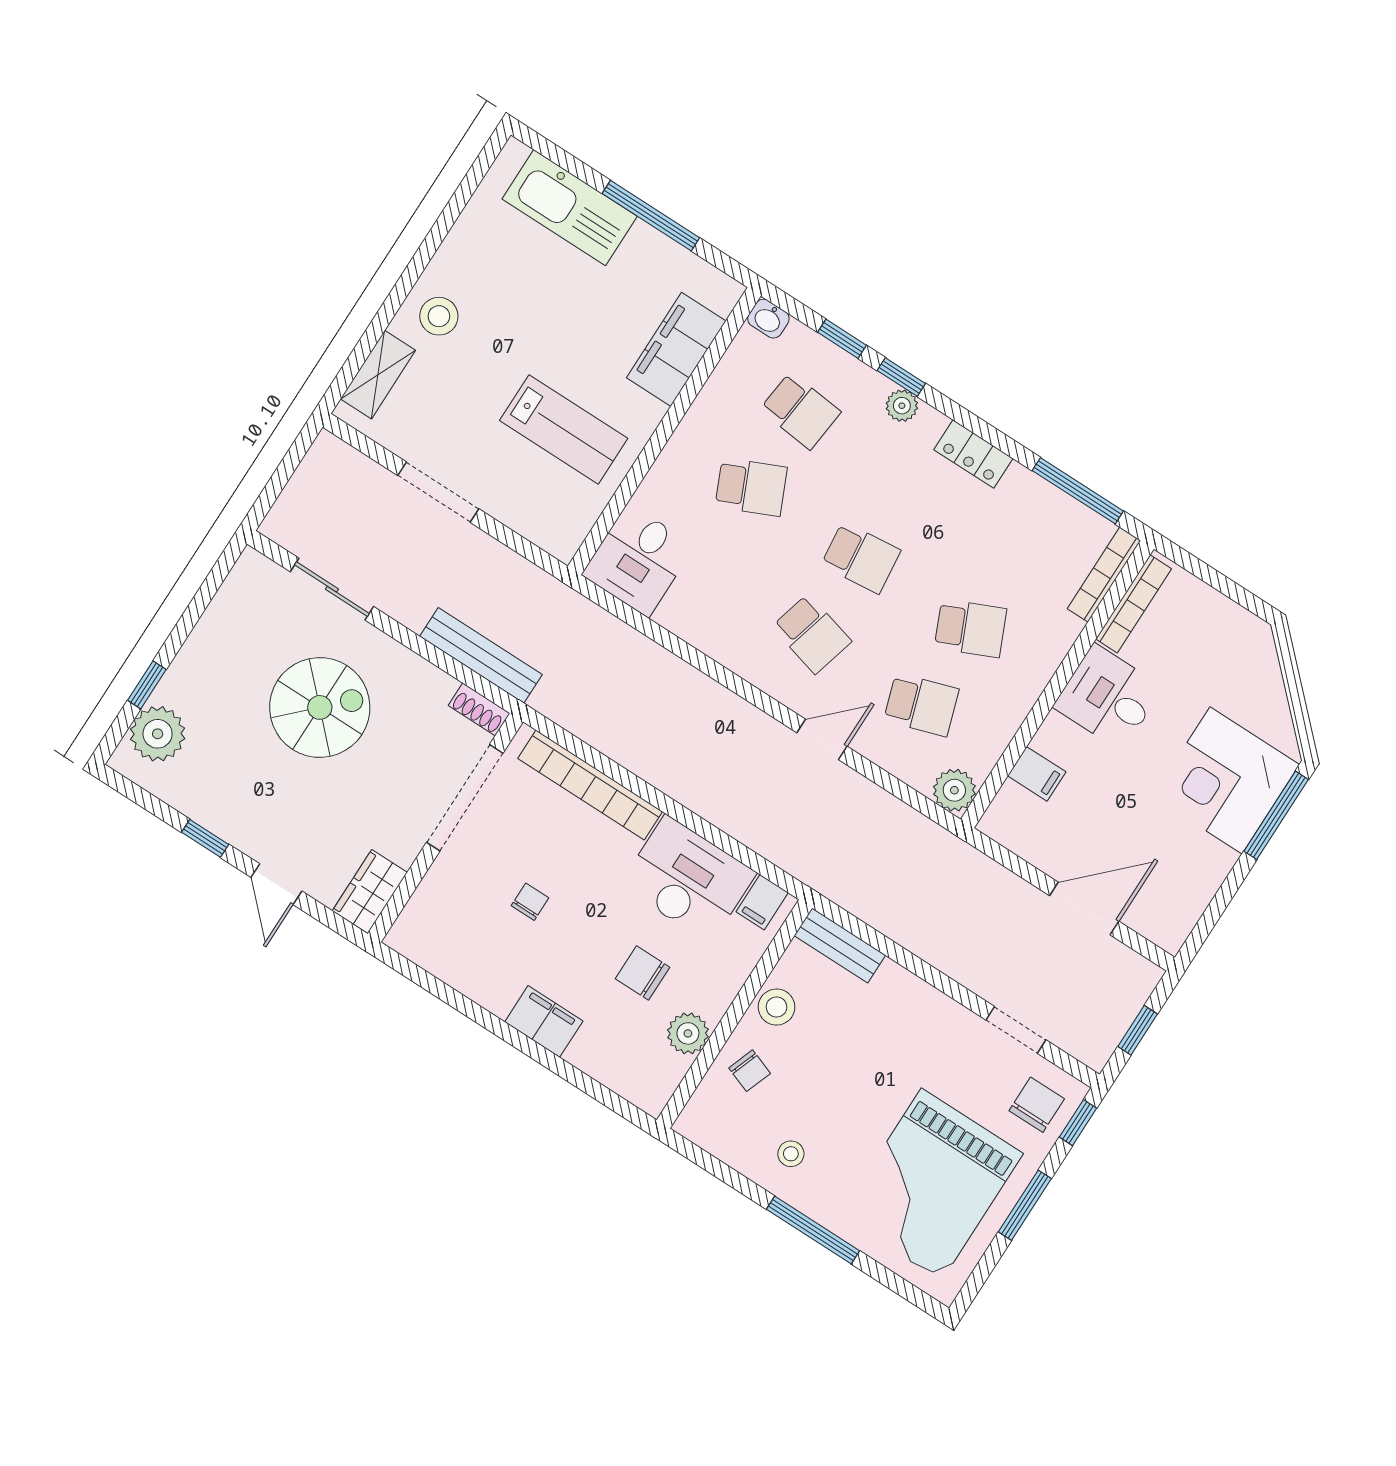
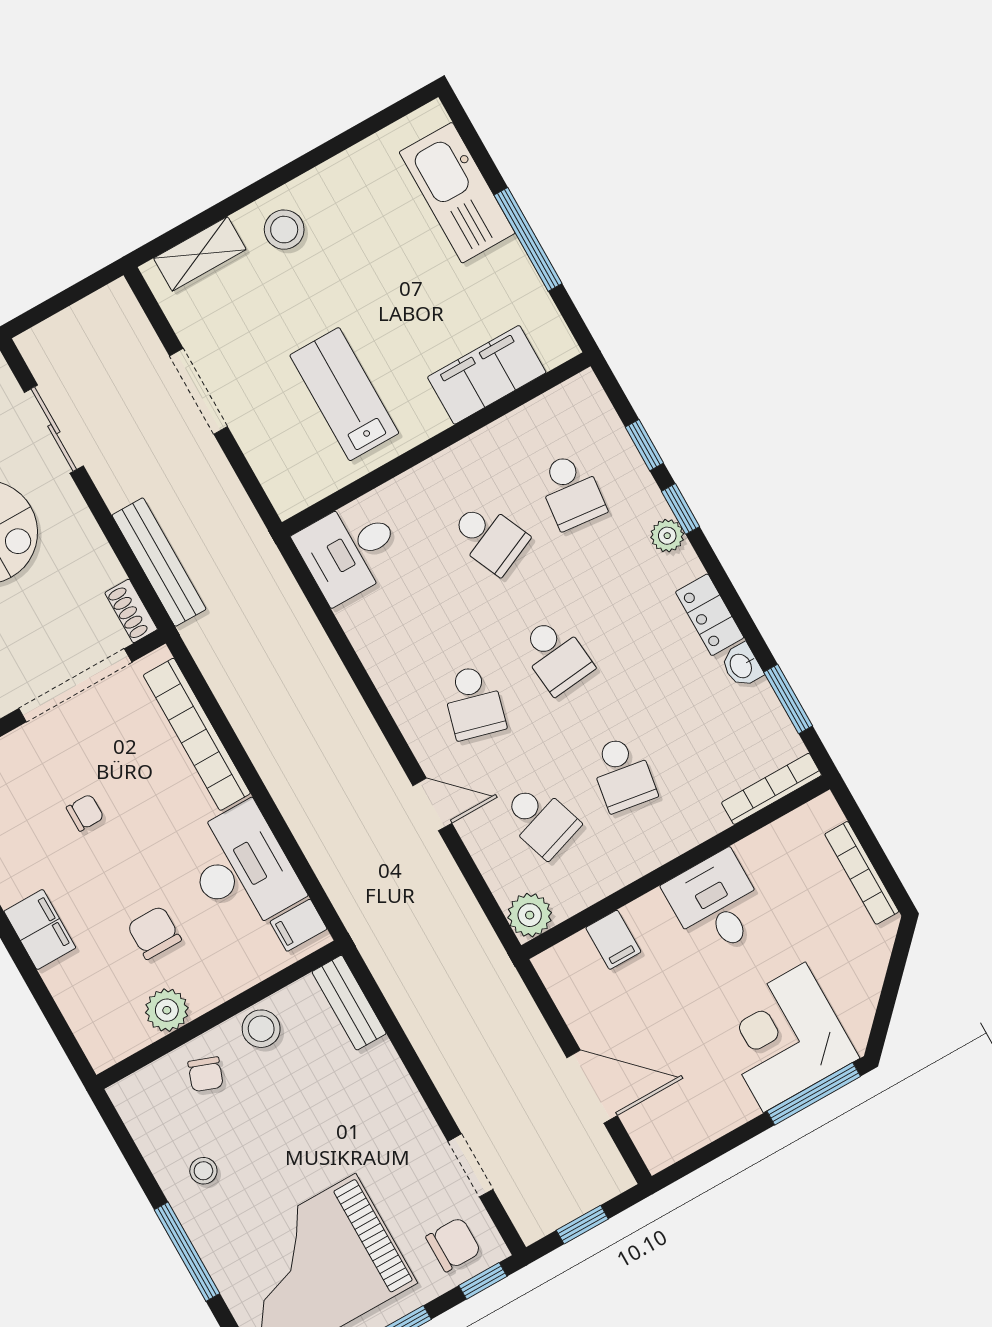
washbasin: (768, 319) -> (742, 665), moved
lab bench: (564, 429) -> (344, 394), turned 180
window: (1078, 491) -> (788, 699), width x0.69
bookcase: (1134, 604) -> (862, 873), moved, turned 90
school desk: (970, 628) -> (623, 774), turned 33

